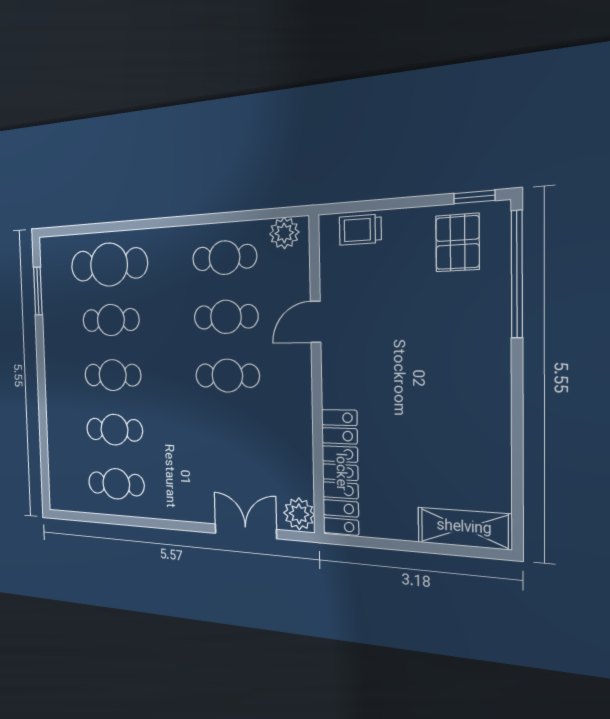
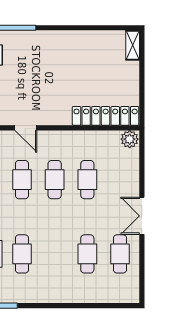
cafe table: (113, 375) -> (87, 180), moved
shelving: (464, 528) -> (133, 45), width x0.67, depth x0.75
double door: (245, 531) -> (142, 216), moved

